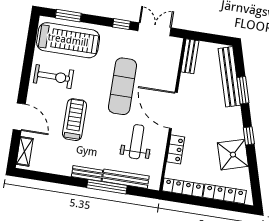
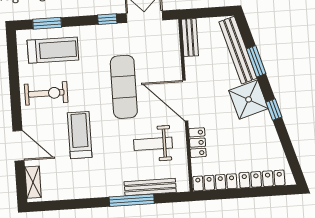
treadmill: (68, 40) -> (53, 50), width x0.73, depth x0.73
weight bench: (137, 142) -> (153, 144), turned -90
shower: (233, 155) -> (249, 99), moved
bench: (87, 173) -> (107, 191), removed

